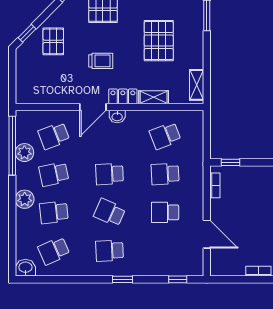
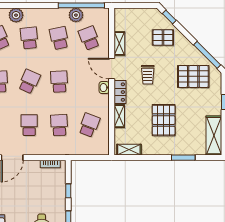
pallet: (159, 41) -> (164, 120), turned 90
shelving: (61, 97) -> (119, 44), added
school desk: (165, 136) -> (89, 125), turned 42
window: (230, 162) -> (68, 191), moved
plant: (25, 199) -> (16, 15), moved

